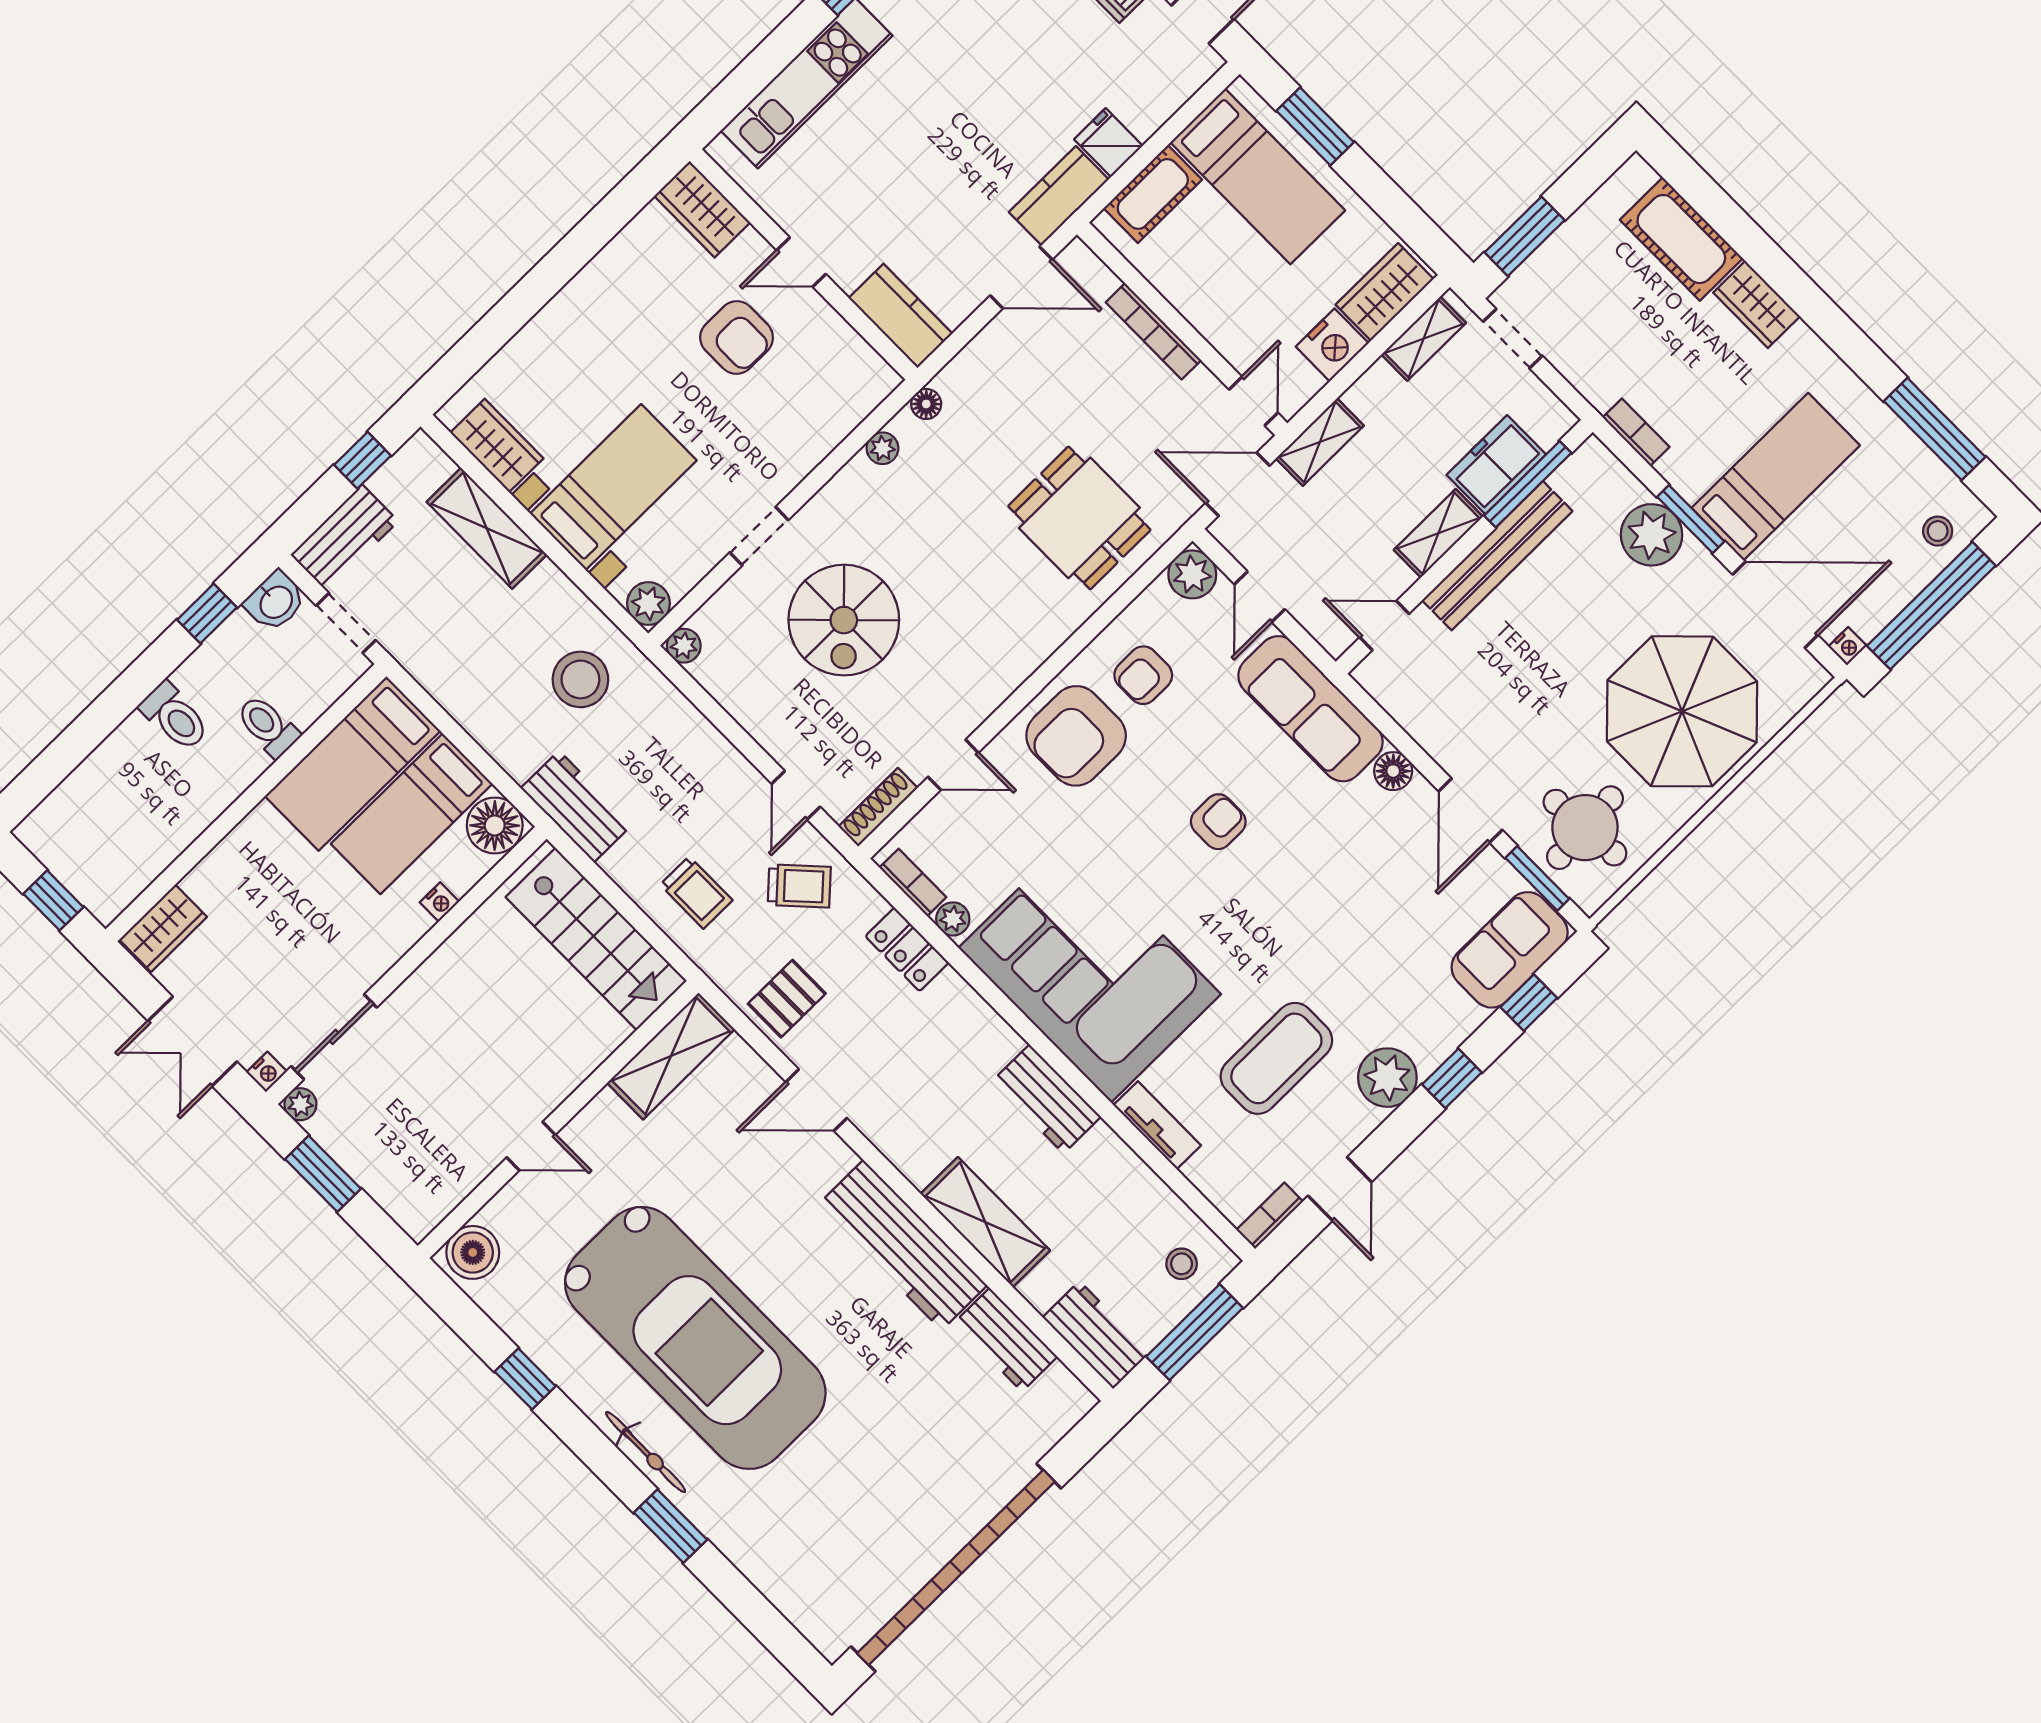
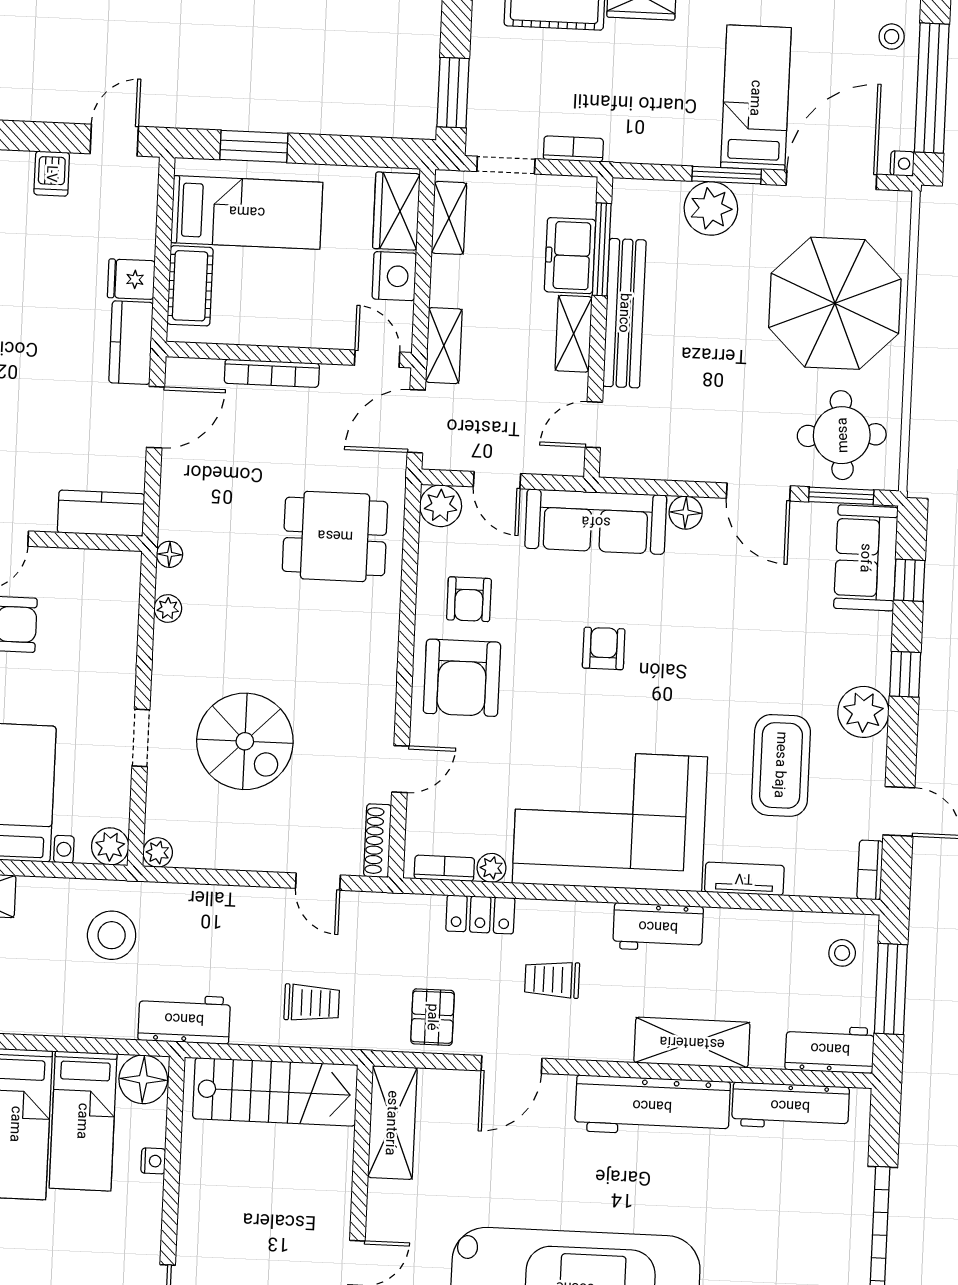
bookcase: (1636, 432) -> (573, 149), moved
trolley: (799, 886) -> (552, 980), moved, turned -137
workbench: (1006, 1340) -> (790, 1106), width x1.38

